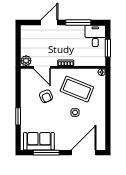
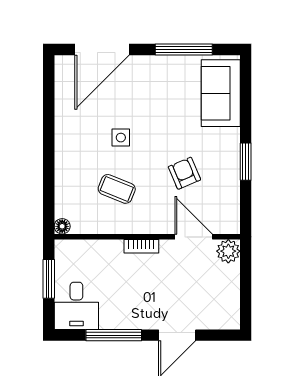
coffee table: (77, 89) -> (117, 189), width x0.54, depth x0.58
window: (18, 116) -> (246, 162), moved
sofa: (39, 141) -> (221, 93), moved, turned 90

